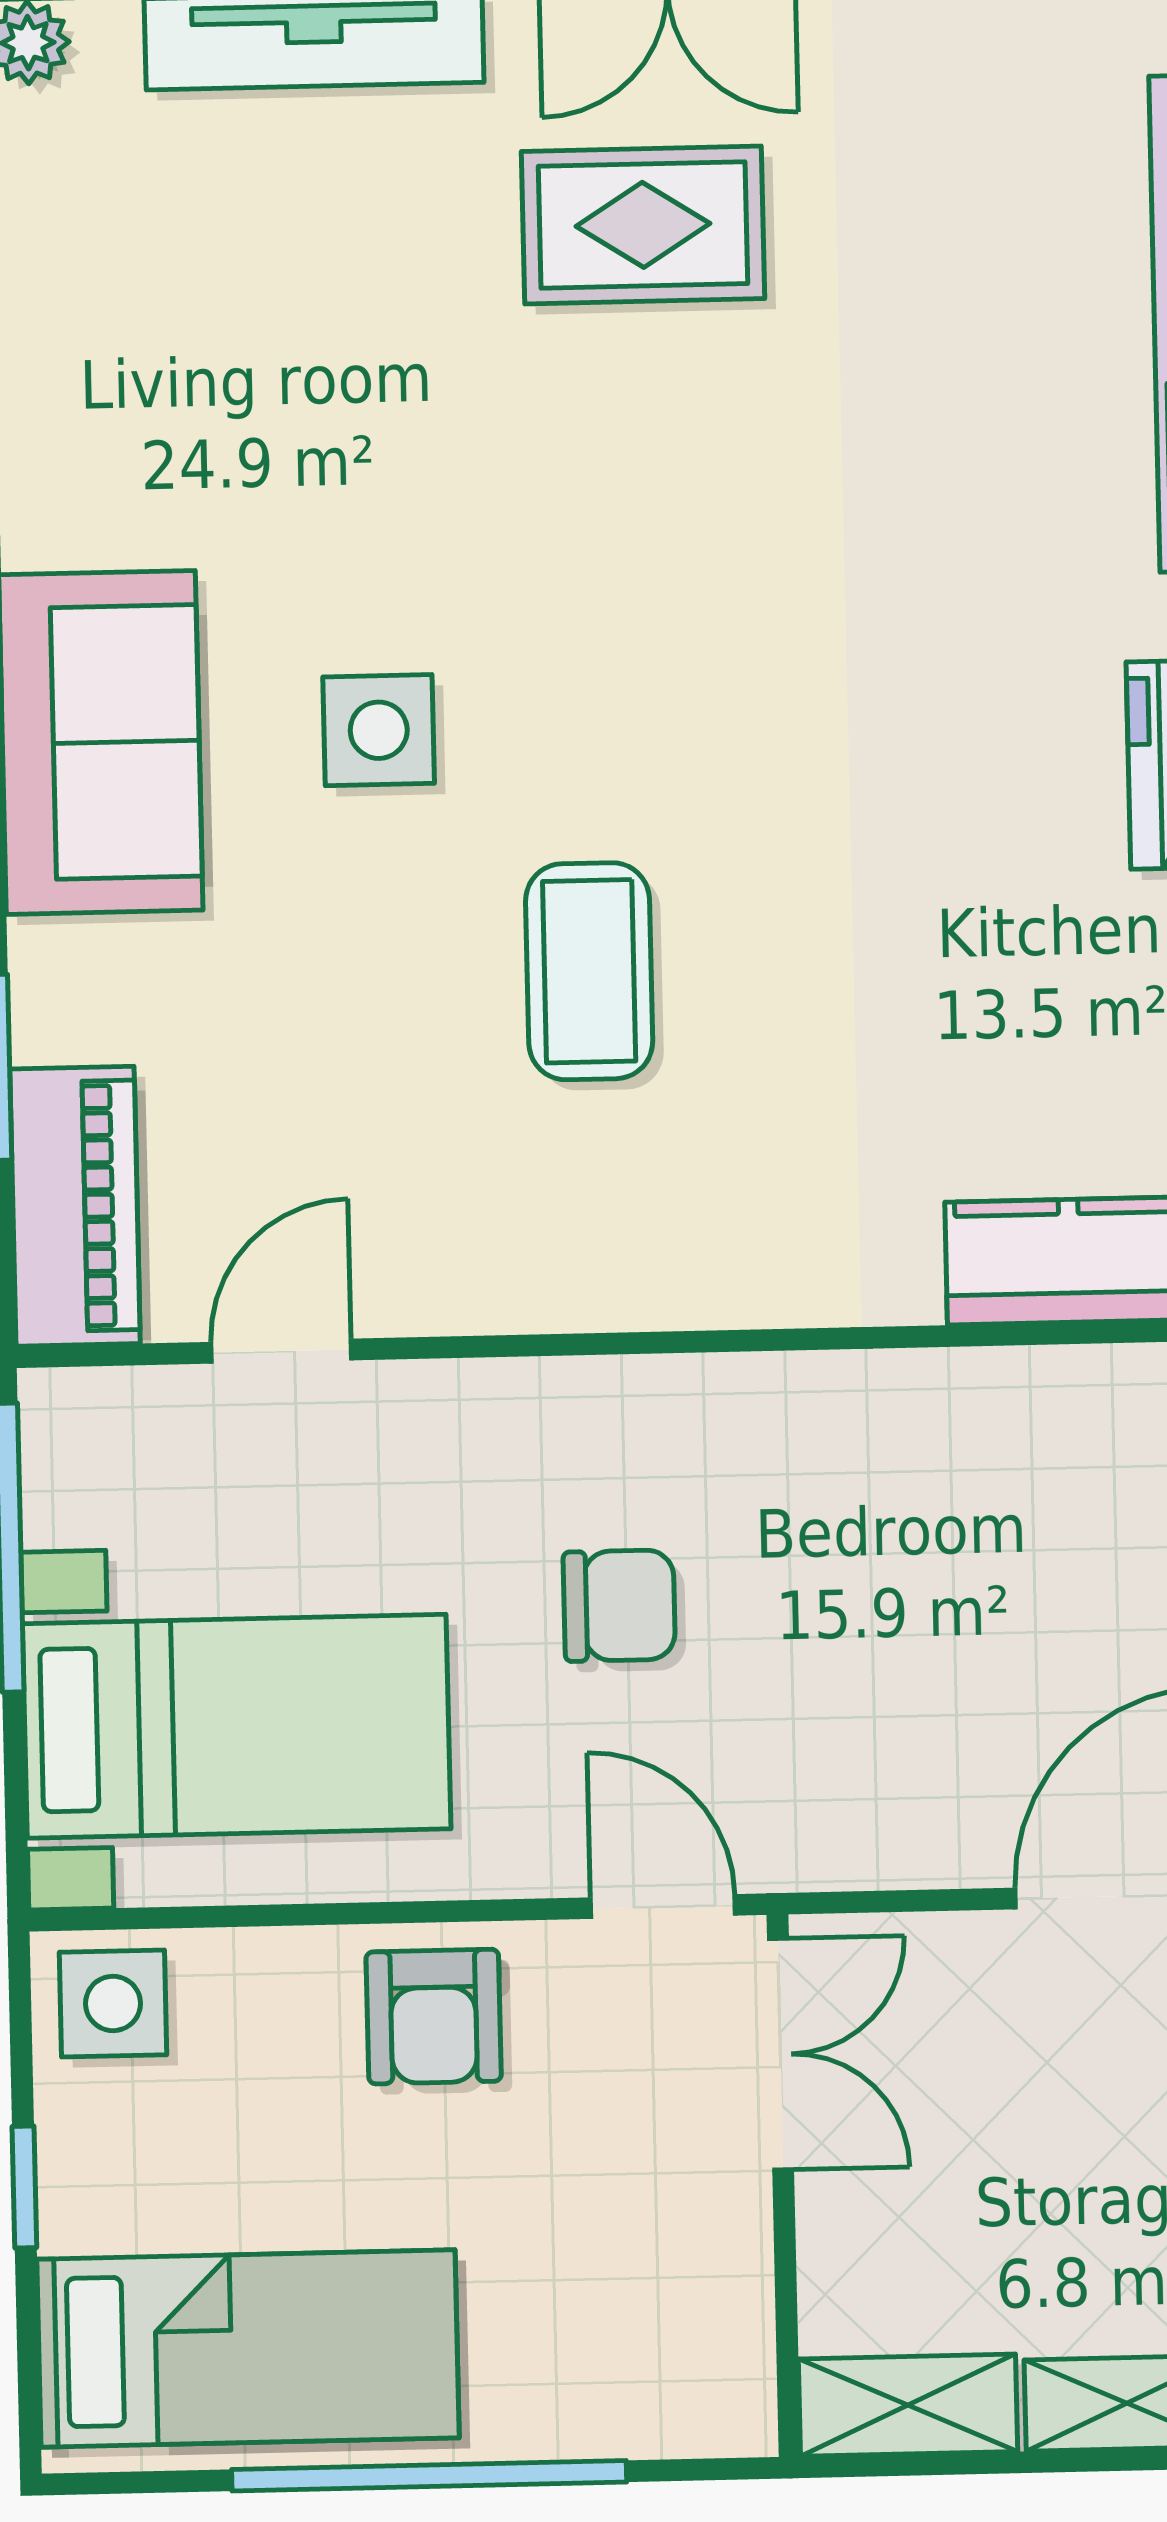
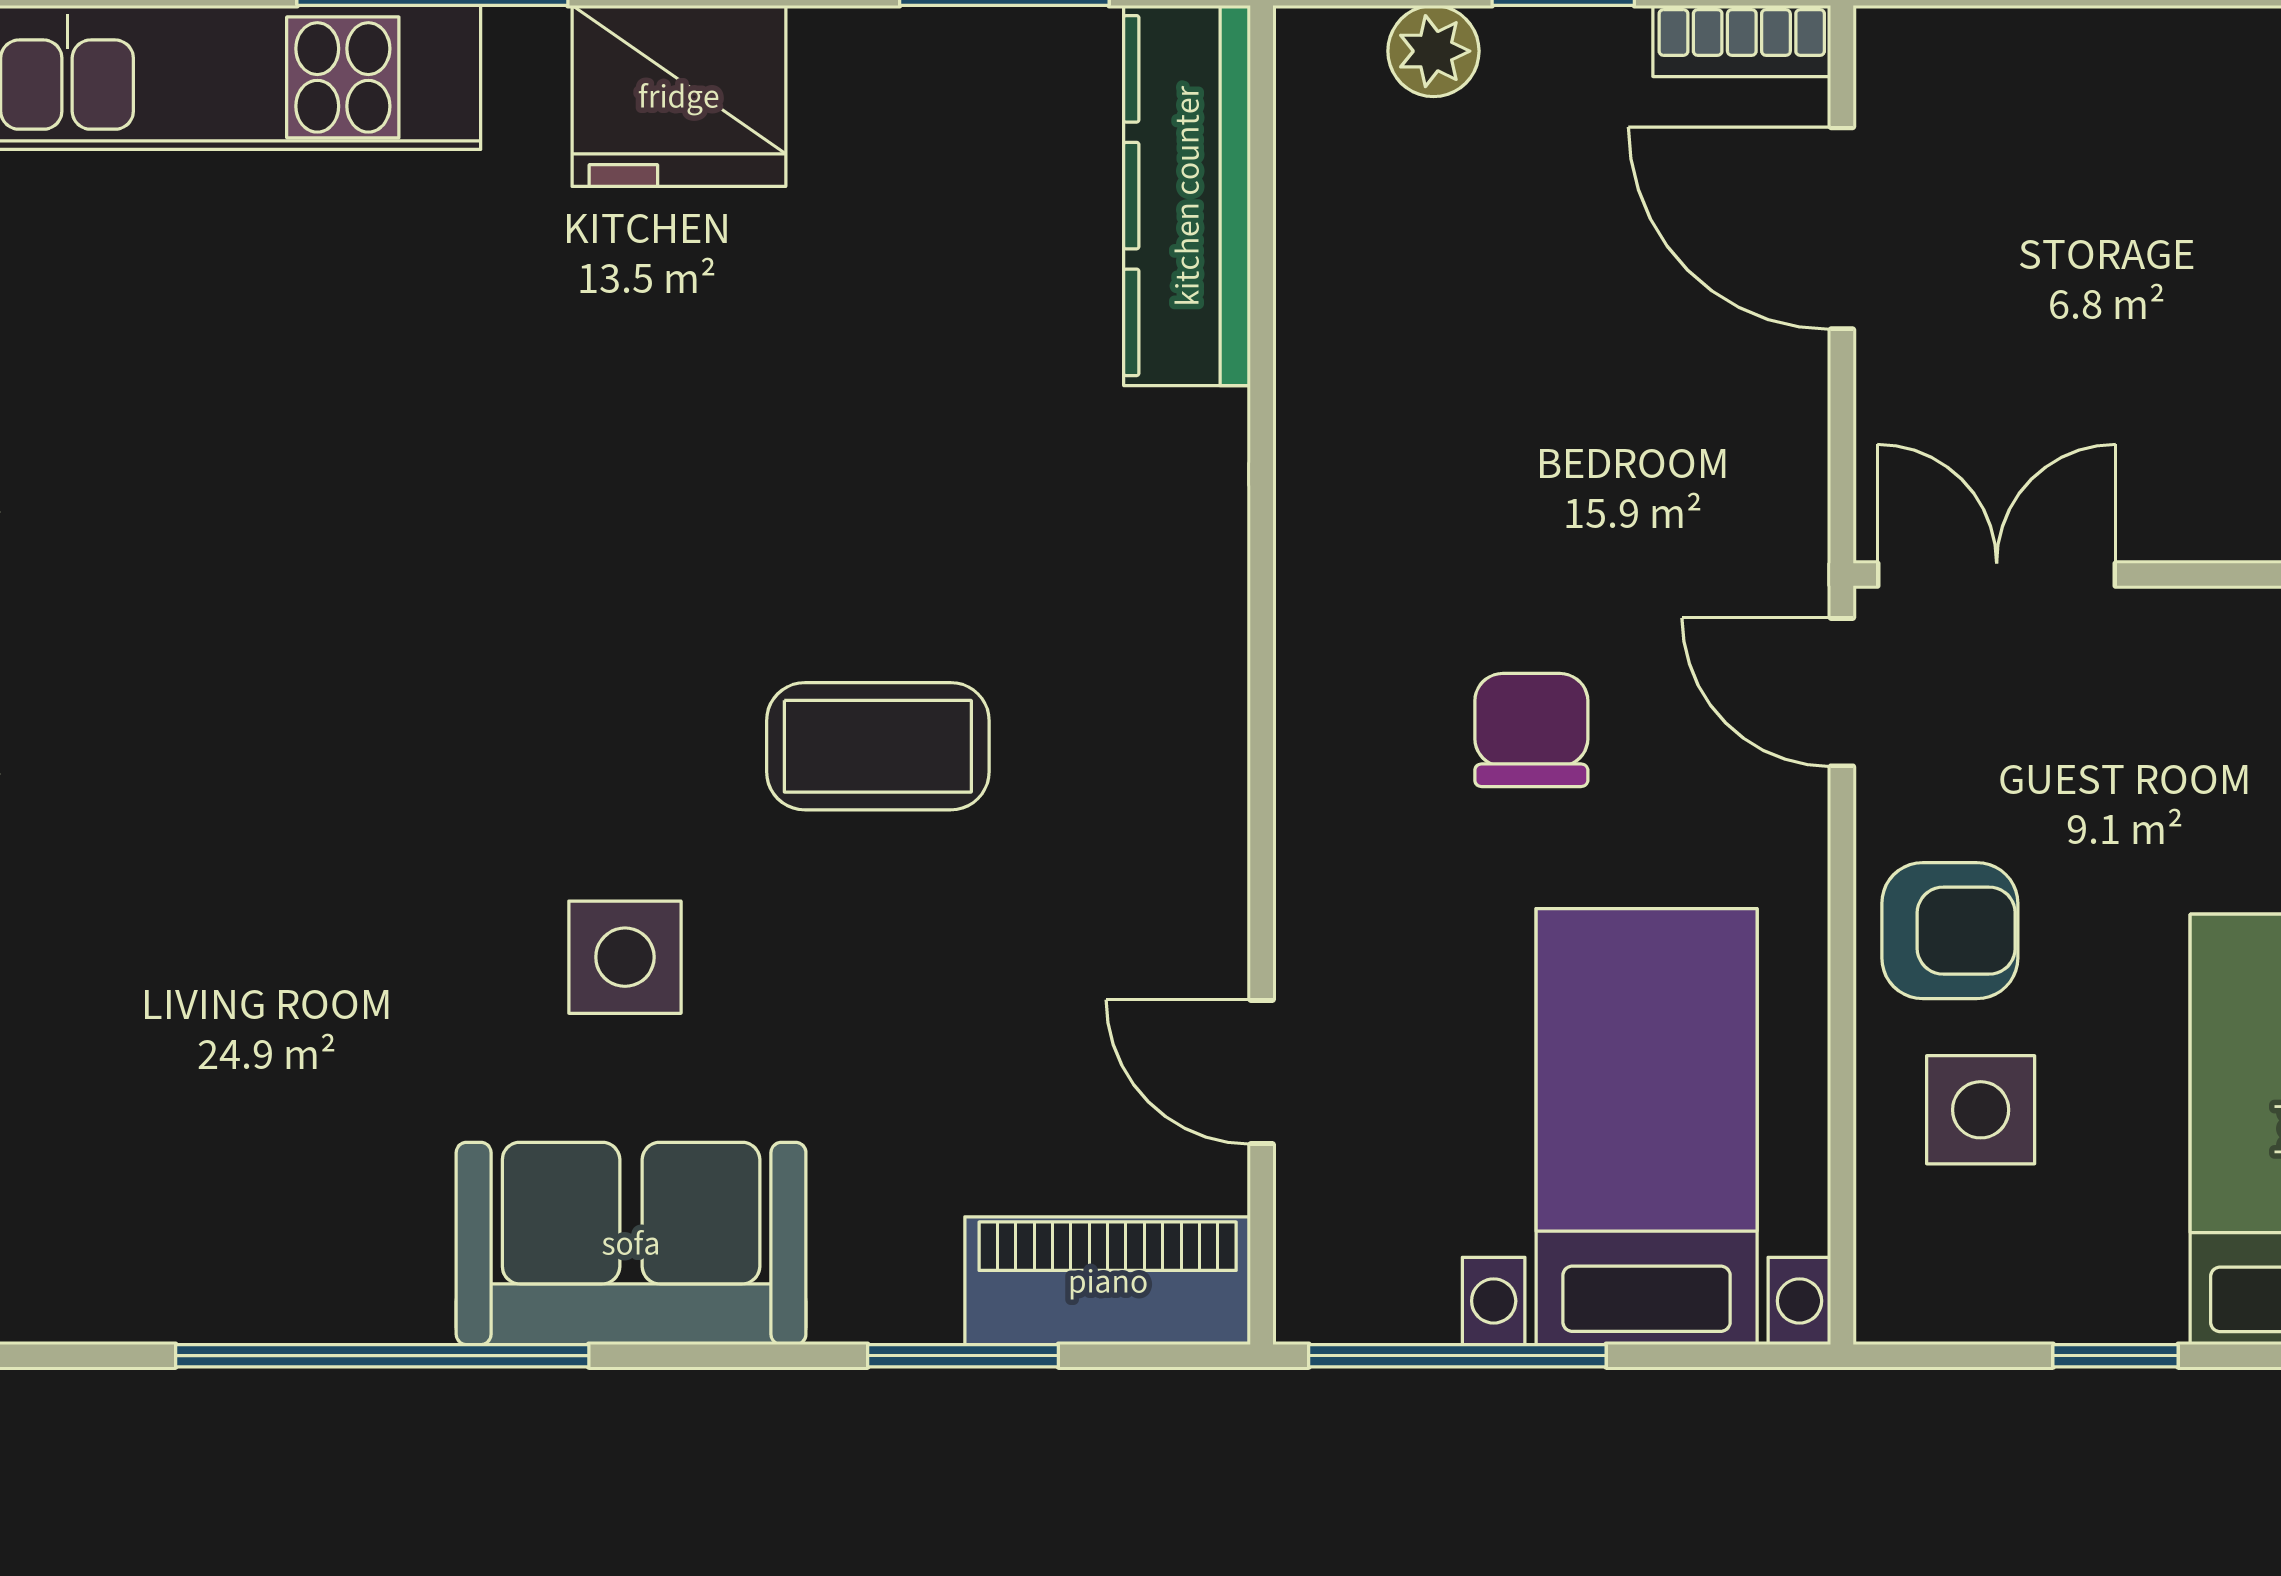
rug: (643, 225) -> (111, 673), removed
door: (663, 1906) -> (1842, 692), hinge flipped
side table: (113, 2003) -> (1981, 1110), moved

